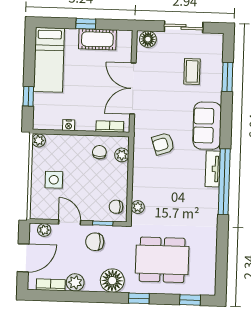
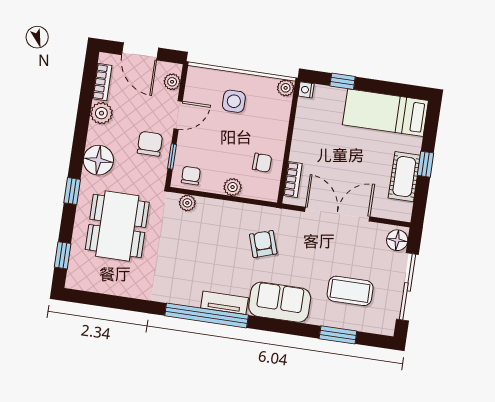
sliding door: (184, 27) -> (407, 287), width x1.37
coffee table: (192, 71) -> (350, 291), width x1.36, depth x1.30
nightstand: (69, 125) -> (306, 90), moved
plant: (122, 155) -> (233, 187), moved

